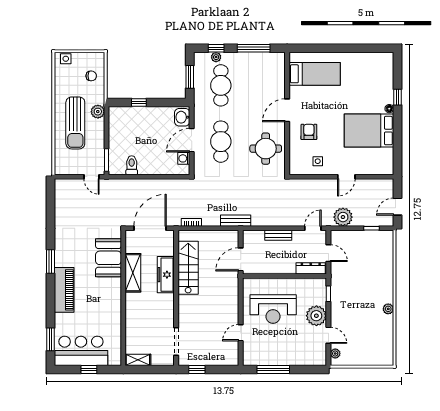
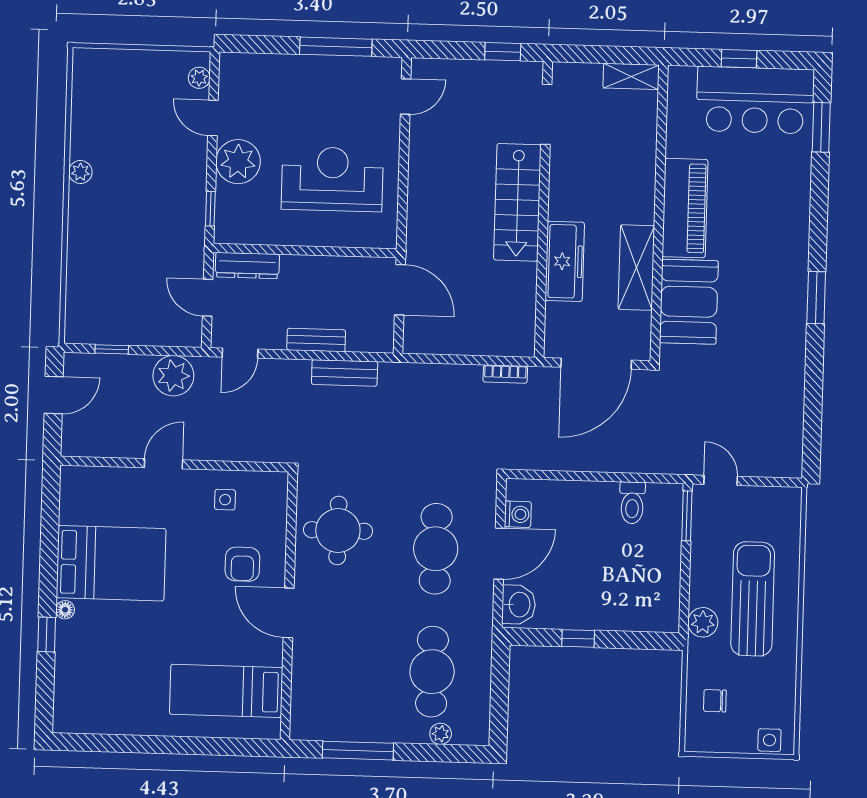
window: (216, 48) -> (440, 753), removed
window: (190, 77) -> (500, 692), removed
window: (139, 103) -> (578, 638), moved
door: (287, 110) -> (289, 613), swing flipped
bench: (236, 221) -> (345, 373), moved
door: (241, 259) -> (400, 290), hinge flipped
stairs: (188, 268) -> (517, 202), moved
piano: (64, 290) -> (685, 208), moved, turned 180
door: (241, 333) -> (406, 97), moved

